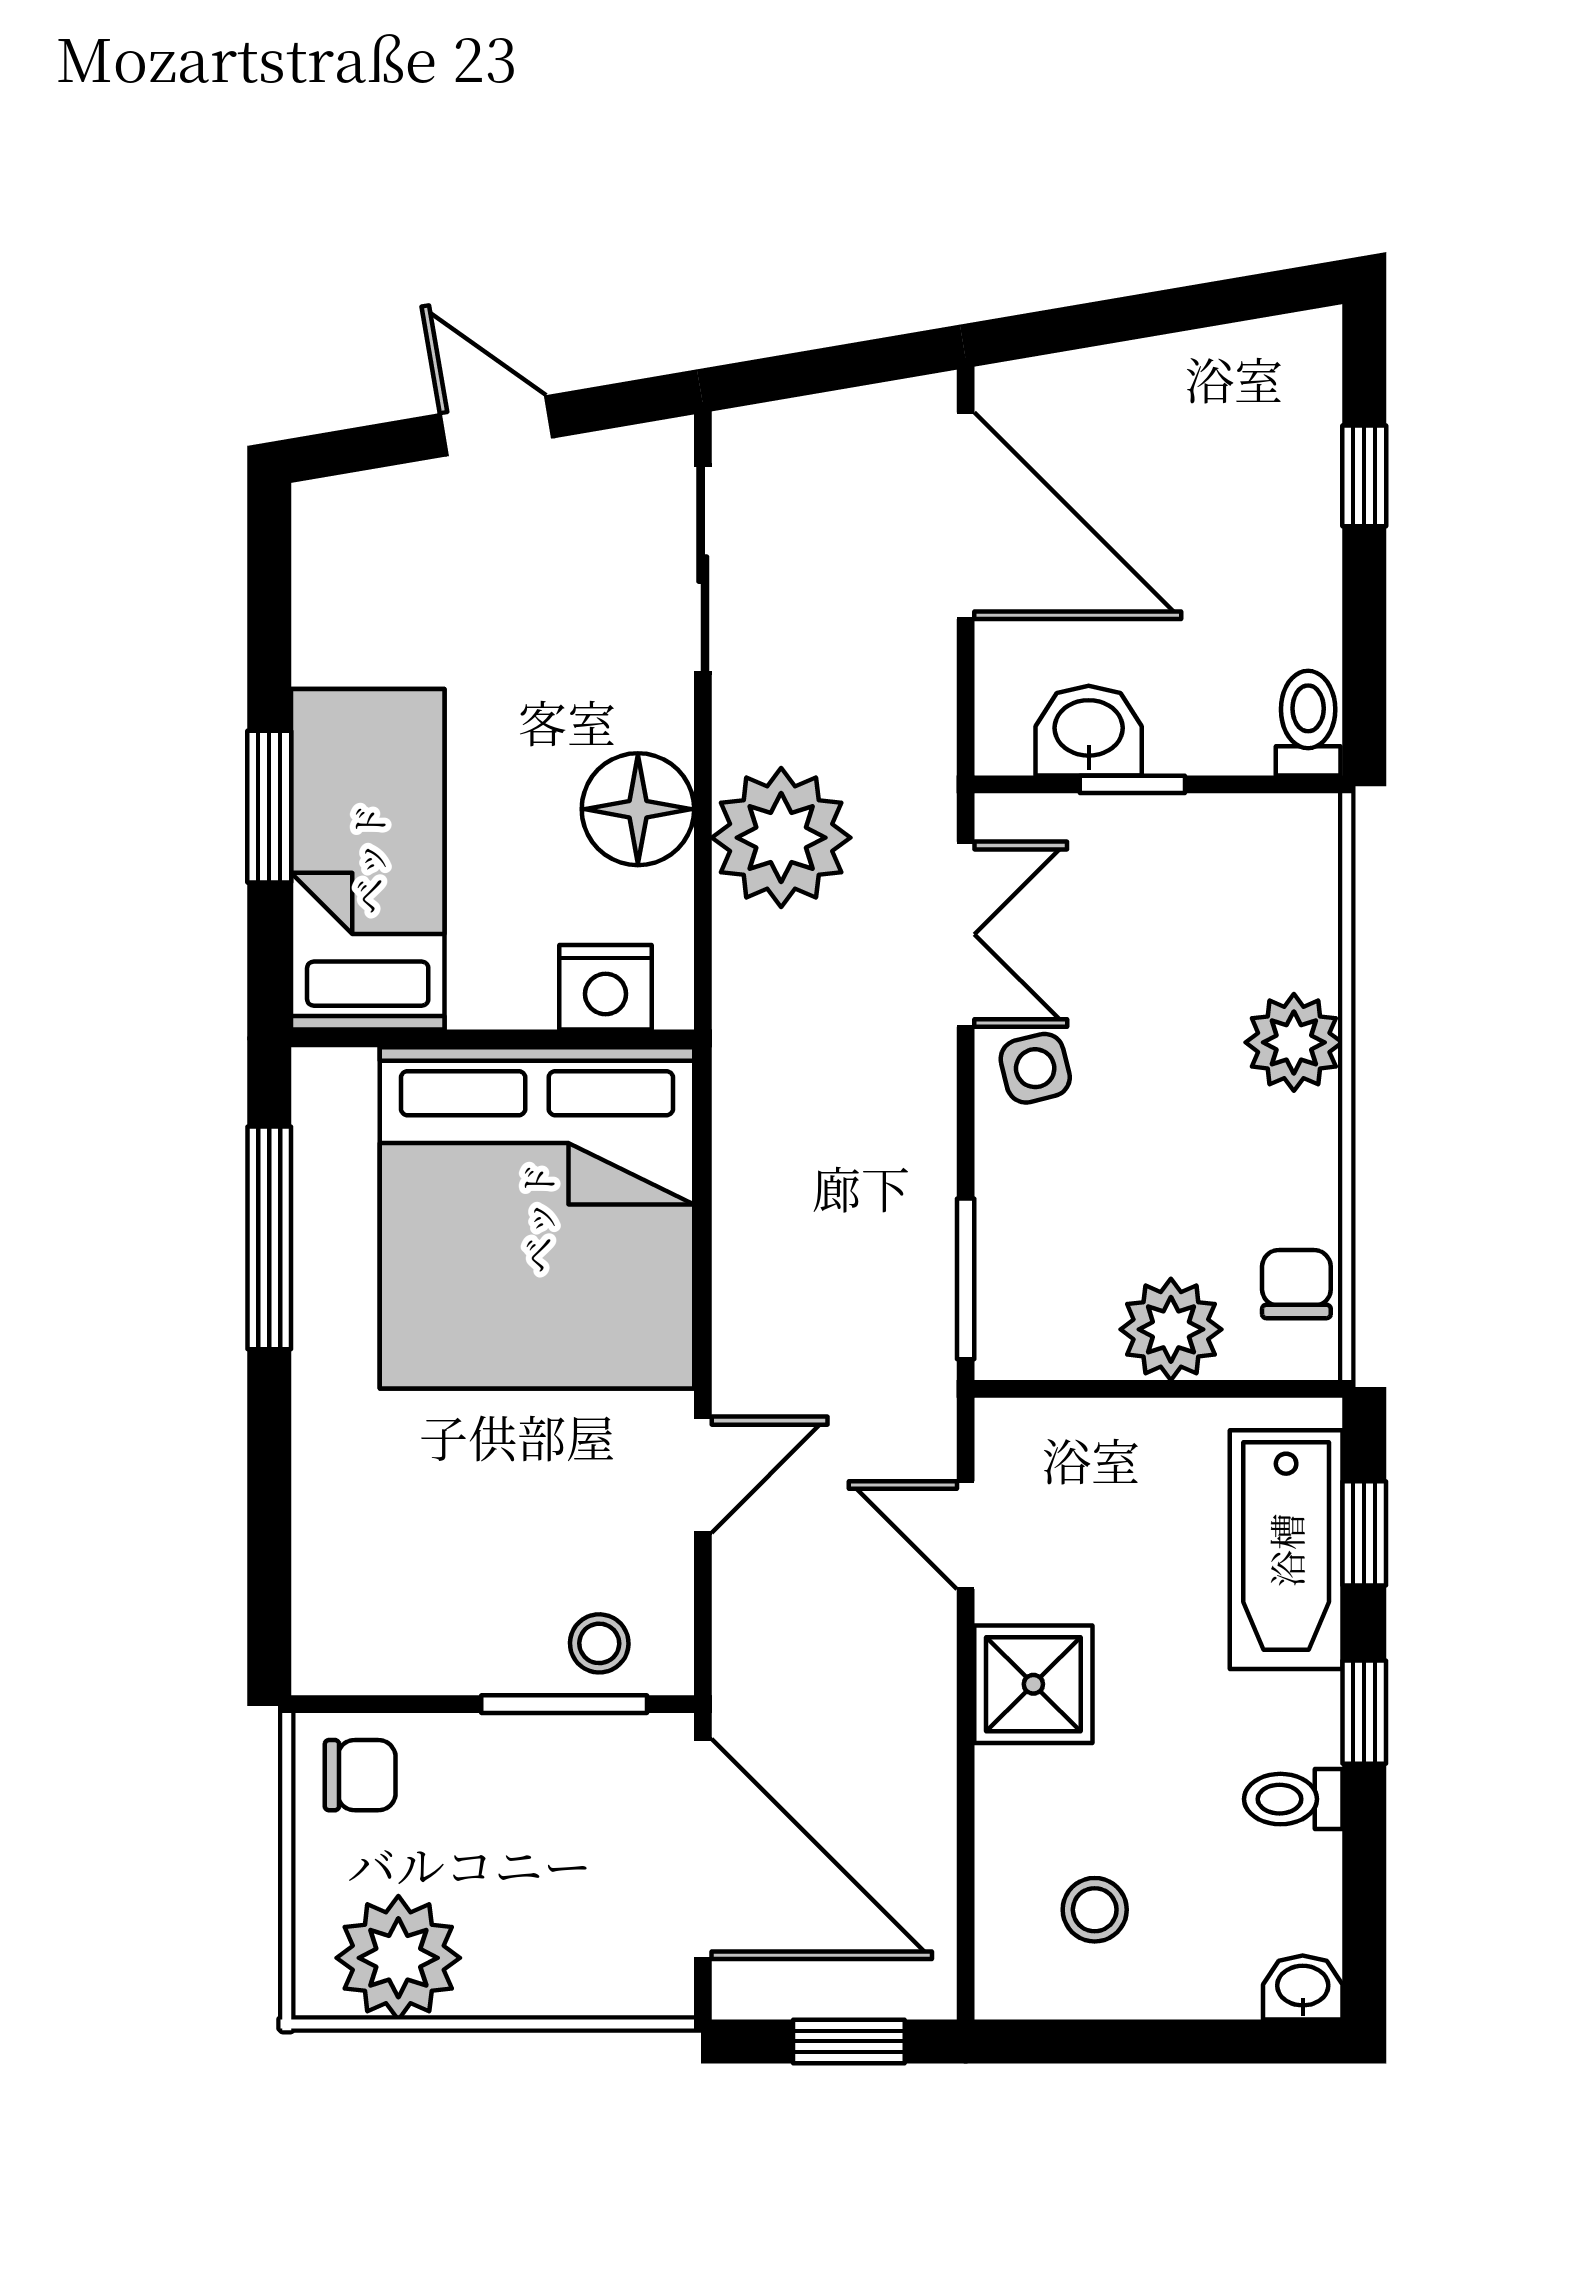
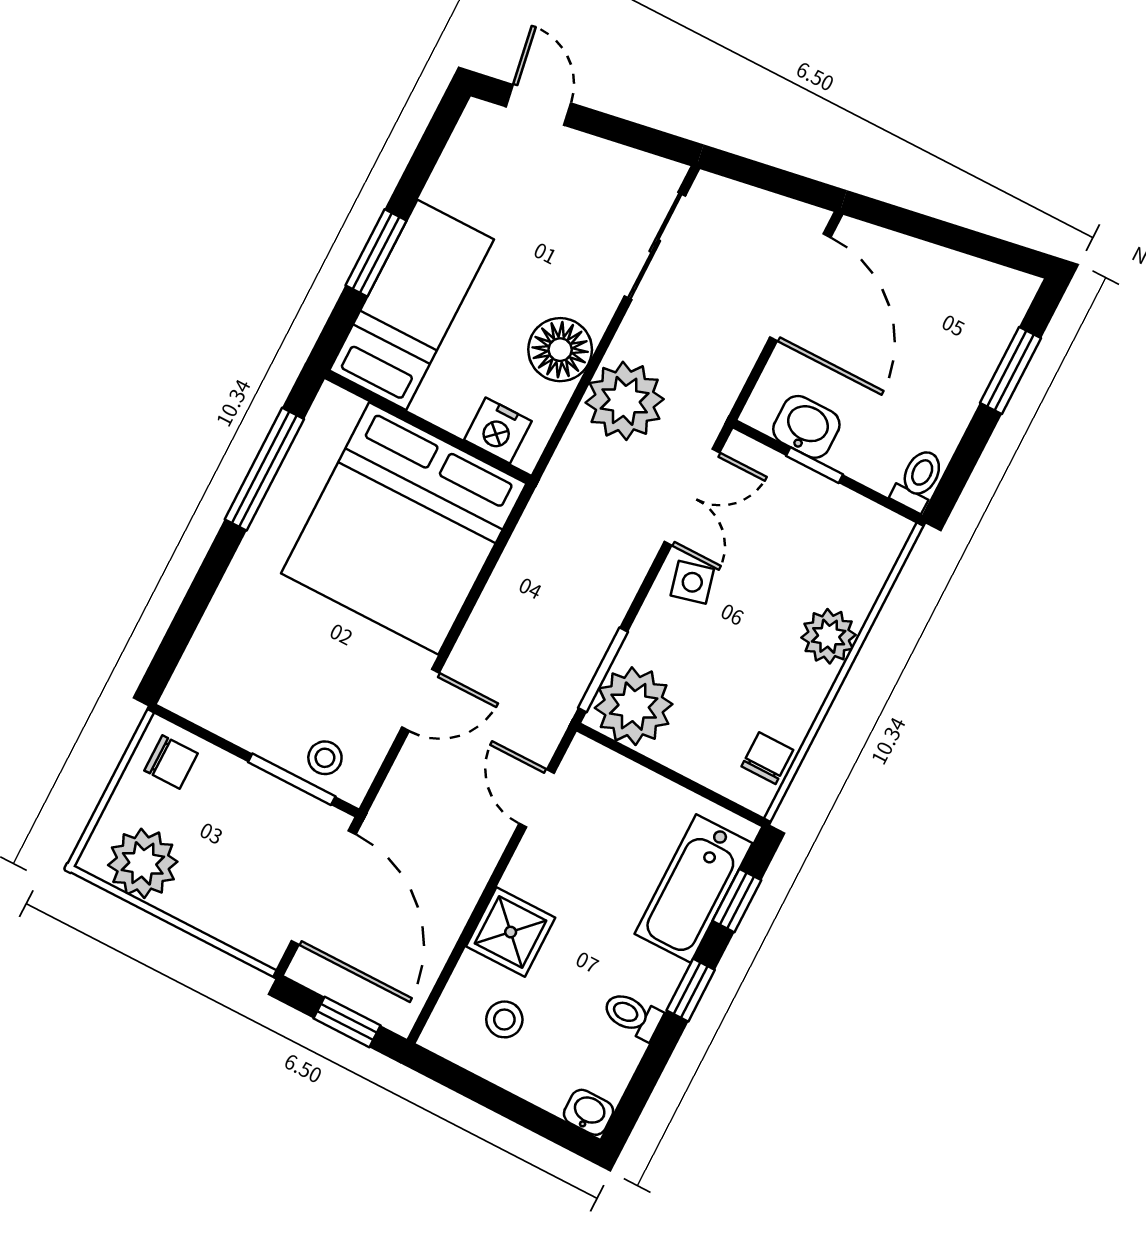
door: (496, 426) -> (538, 105), moved
window: (1364, 476) -> (1010, 370), width x1.50
plant: (1171, 1329) -> (634, 706), moved, width x1.36, depth x1.36
shower: (1033, 1684) -> (511, 932), moved

